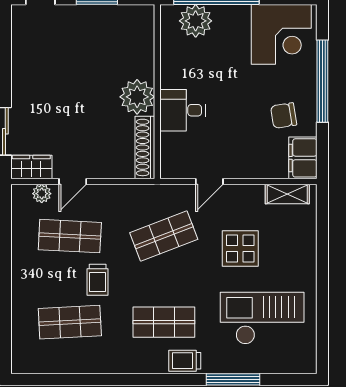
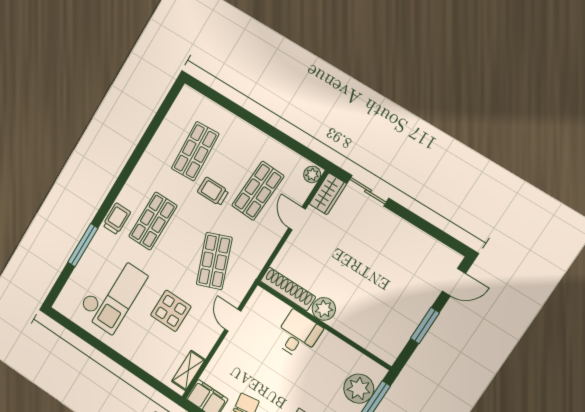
plant: (137, 97) -> (324, 309), width x0.73, depth x0.73
plant: (42, 194) -> (312, 174), moved

